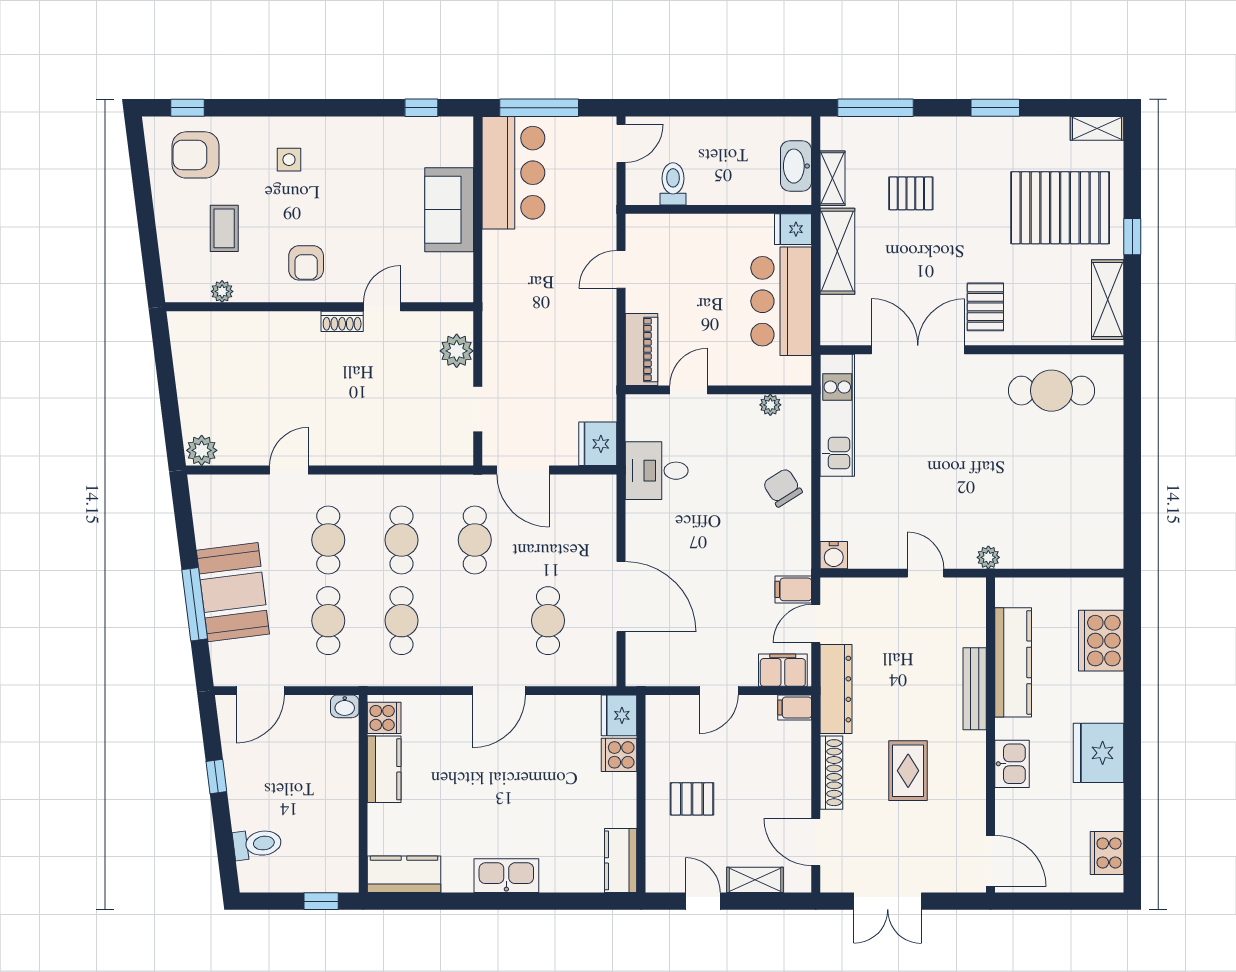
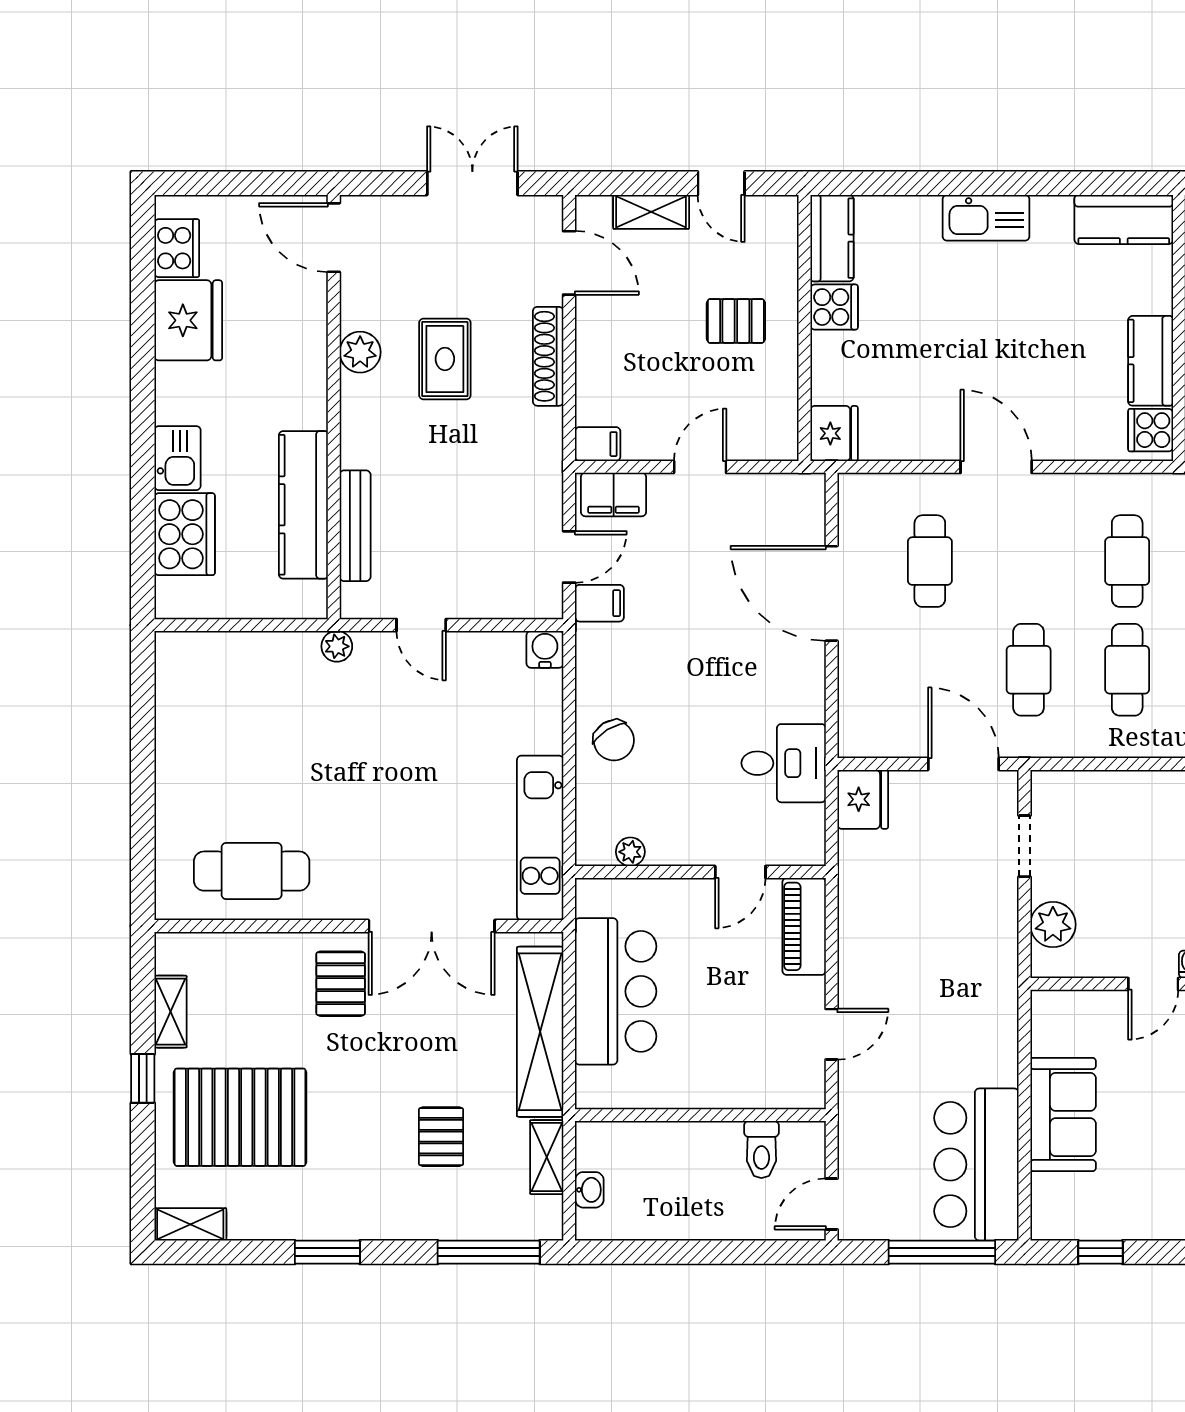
washbasin: (796, 166) -> (589, 1190), width x0.52, depth x0.69
pallet: (911, 193) -> (441, 1137), turned 90
fridge: (793, 229) -> (600, 1089), removed
shelving: (837, 251) -> (540, 1032), width x1.47
shelving: (1108, 300) -> (171, 1012), width x0.67, depth x0.75
dresser: (836, 689) -> (542, 469), removed
bench: (975, 689) -> (355, 526), moved
door: (499, 691) -> (996, 467), hinge flipped
fridge: (1098, 753) -> (188, 320), moved
cooker: (619, 755) -> (834, 307), moved
kitchen sink: (1012, 764) -> (178, 458), moved, turned 180
plant: (971, 776) -> (360, 352), added

